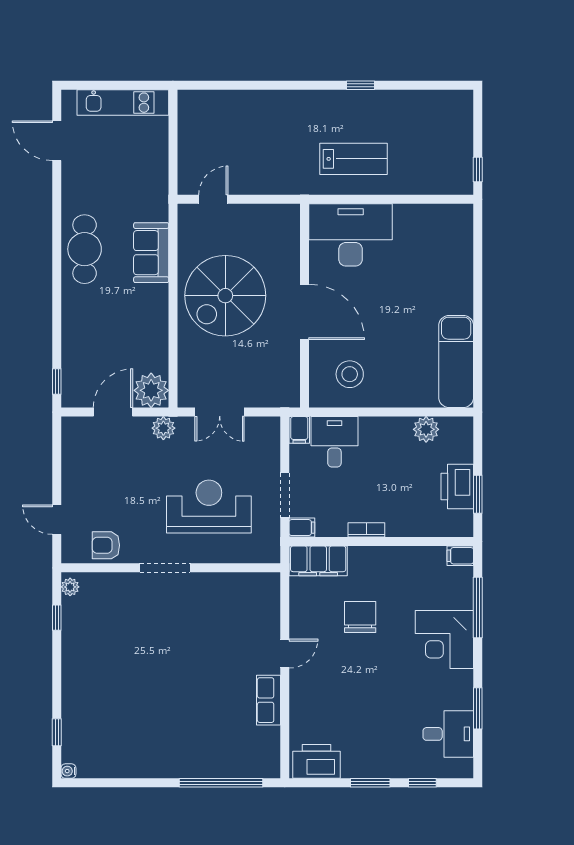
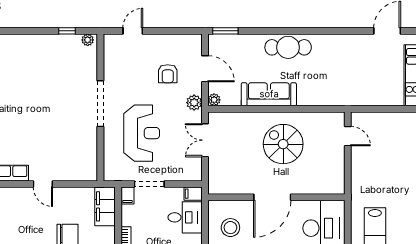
cafe table: (85, 249) -> (288, 47), moved
sofa: (151, 253) -> (269, 94), moved, width x1.36
spiral stairs: (225, 296) -> (283, 144), width x0.73, depth x0.73
window: (57, 382) -> (225, 31), width x1.50
plant: (151, 390) -> (214, 100), width x0.53, depth x0.53
armchair: (106, 545) -> (168, 74), moved, turned 180
doorway: (165, 568) -> (100, 104), width x1.36

